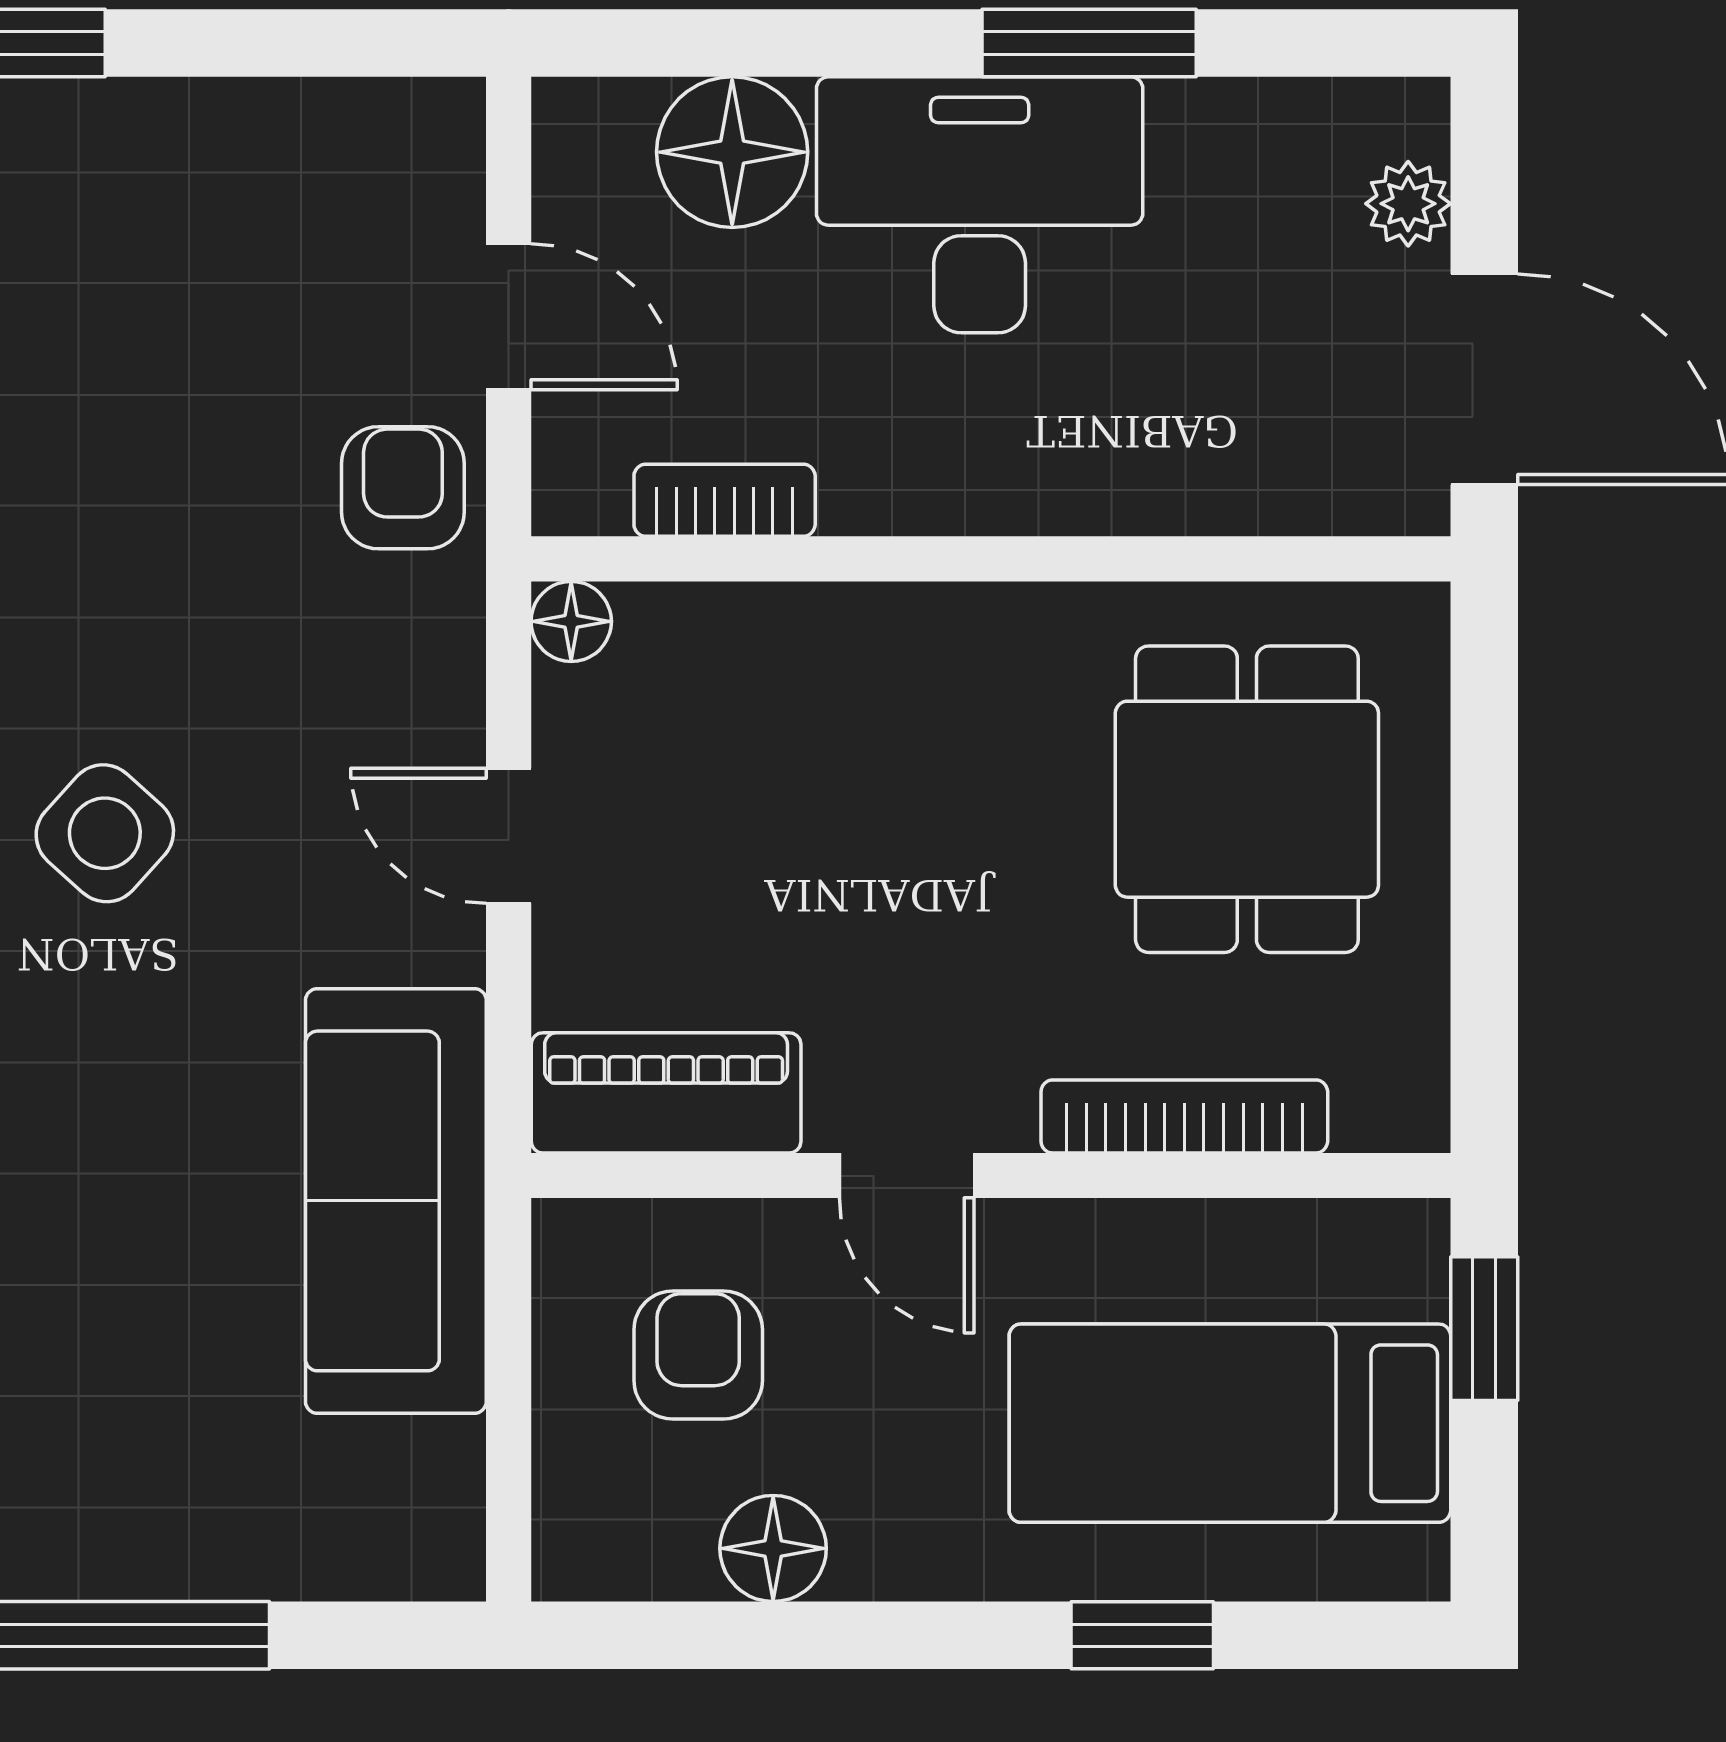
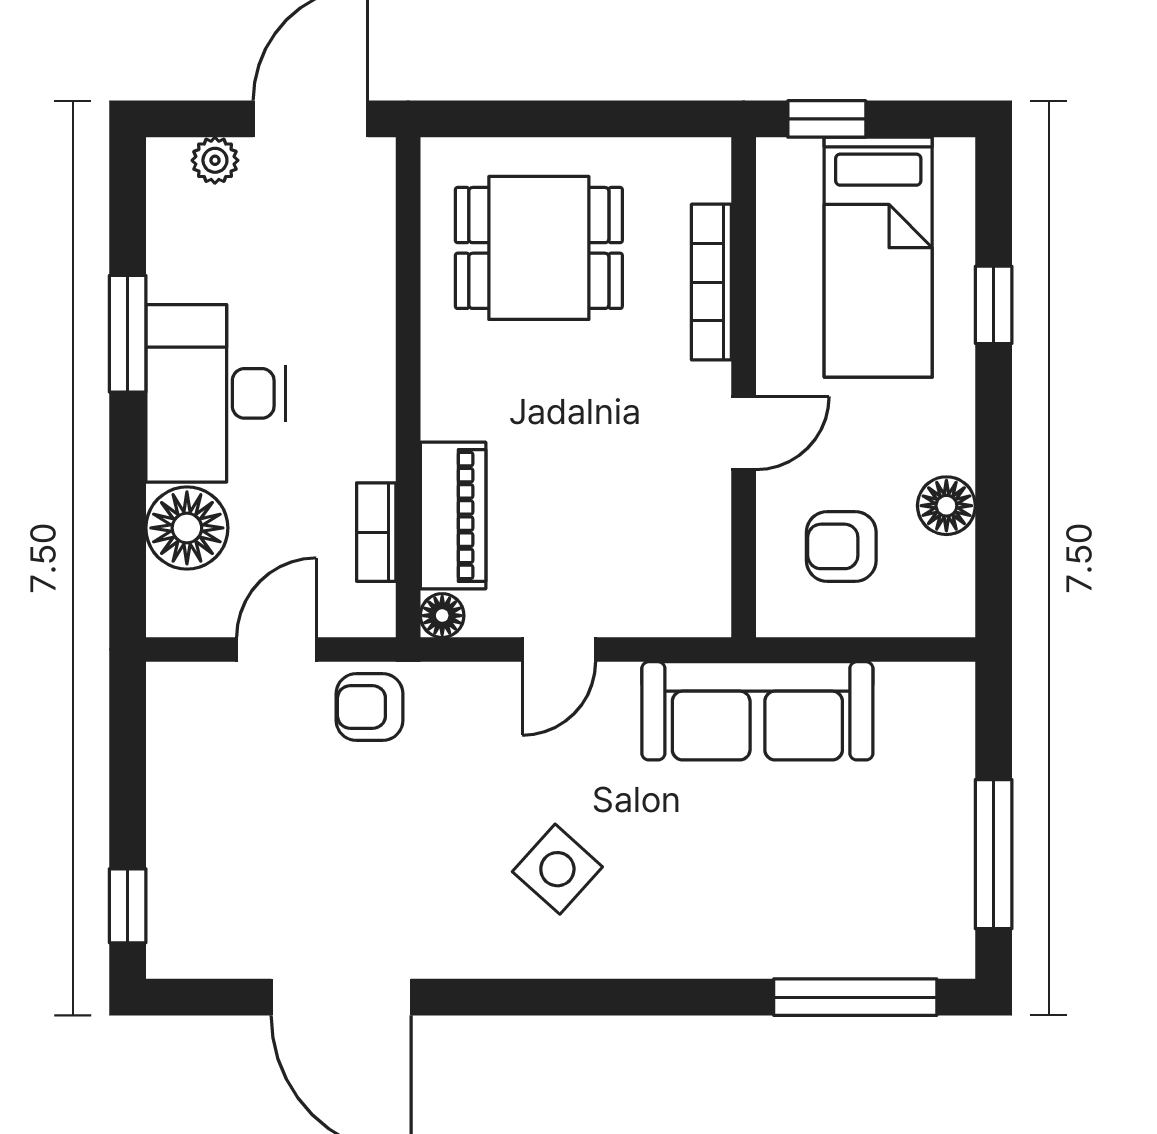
piano: (666, 1093) -> (453, 516), moved, turned 180

